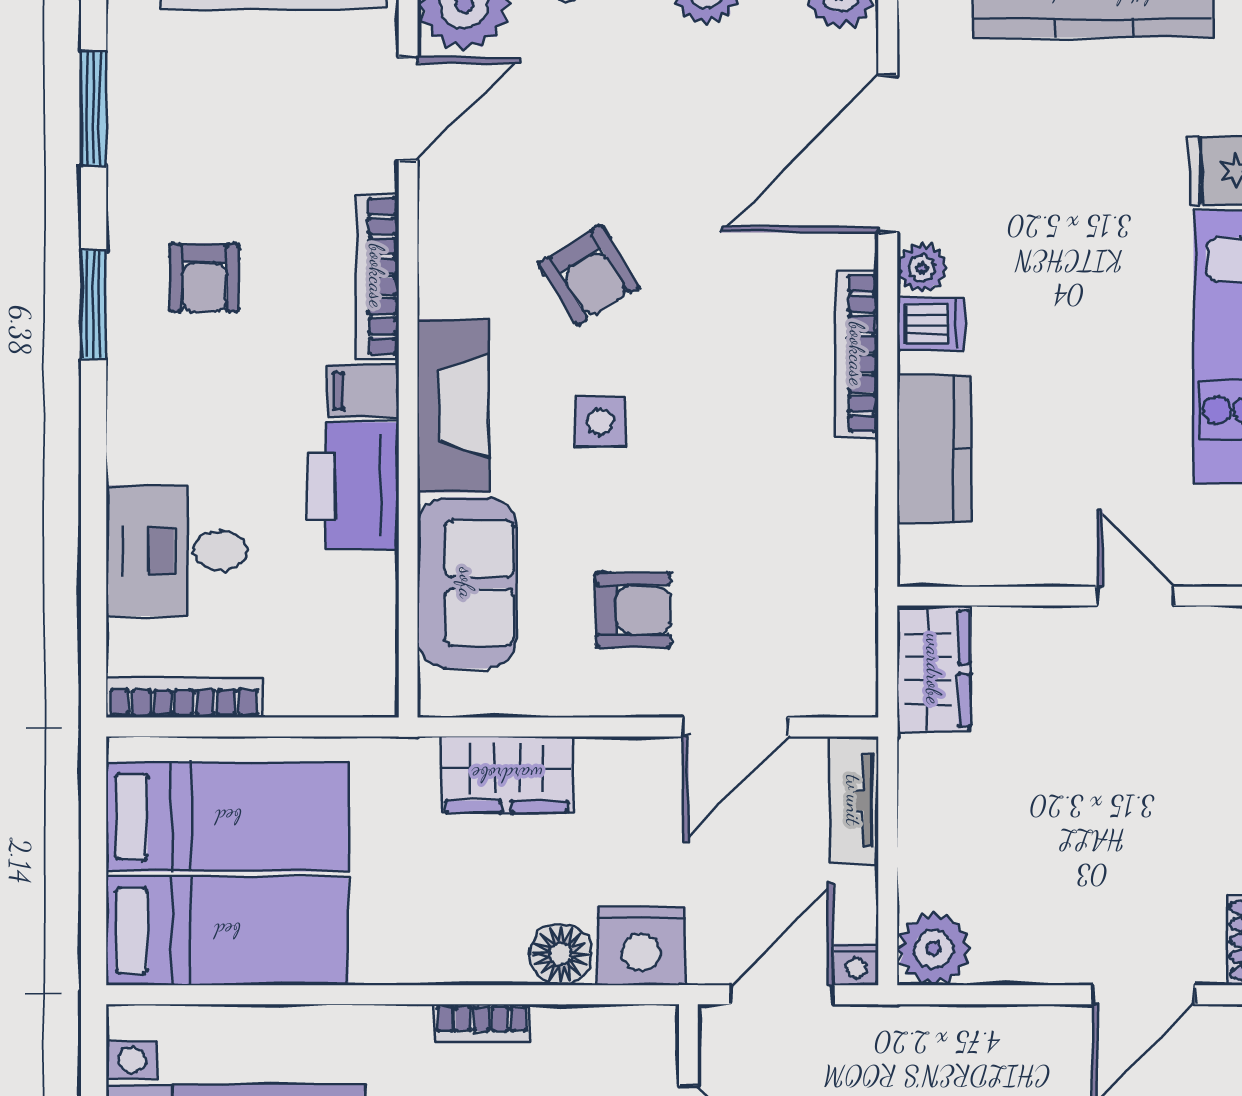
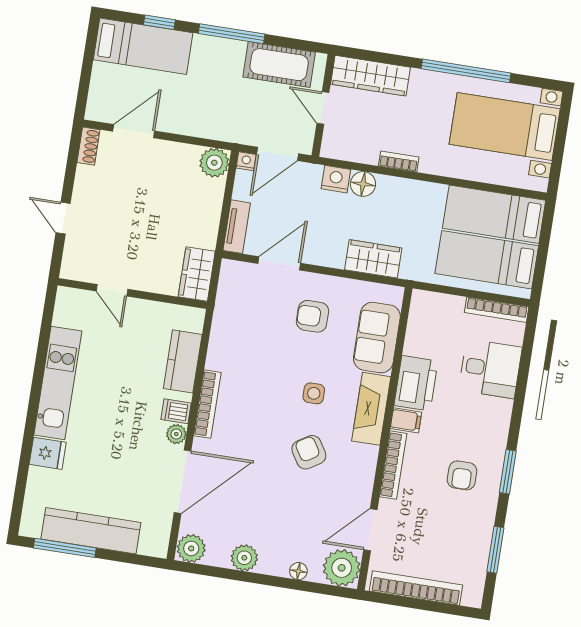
armchair: (204, 278) -> (462, 475), turned 180
nightstand: (641, 946) -> (336, 179), width x0.74, depth x0.75

